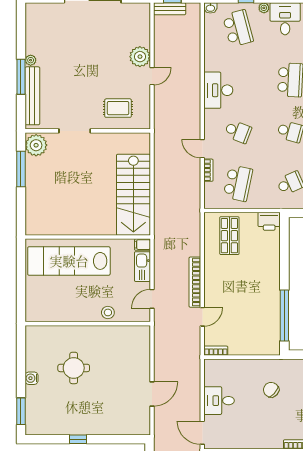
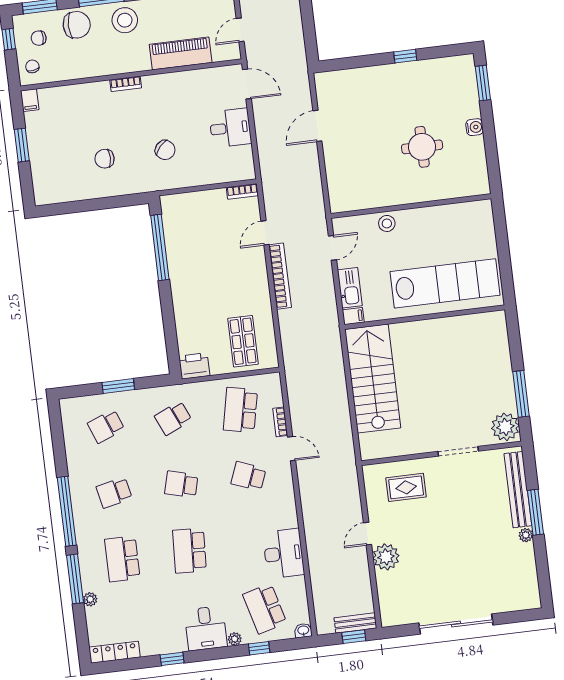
desk: (218, 90) -> (284, 553), moved

